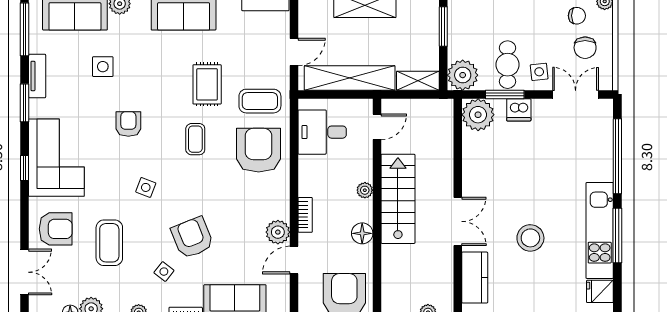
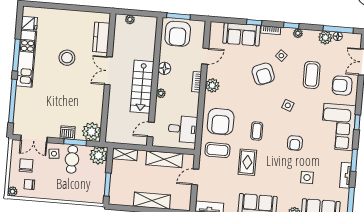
shelving: (350, 78) -> (164, 159), width x0.68
plant: (278, 232) -> (212, 85), moved

